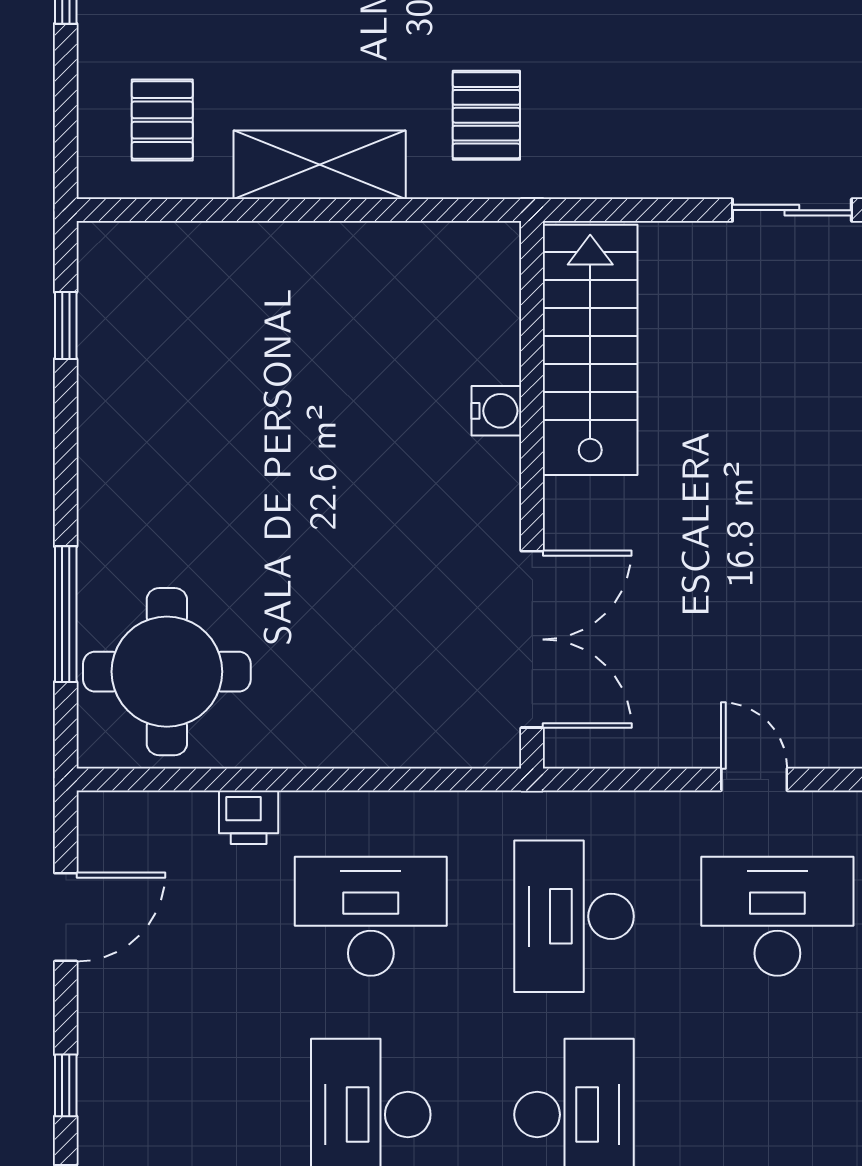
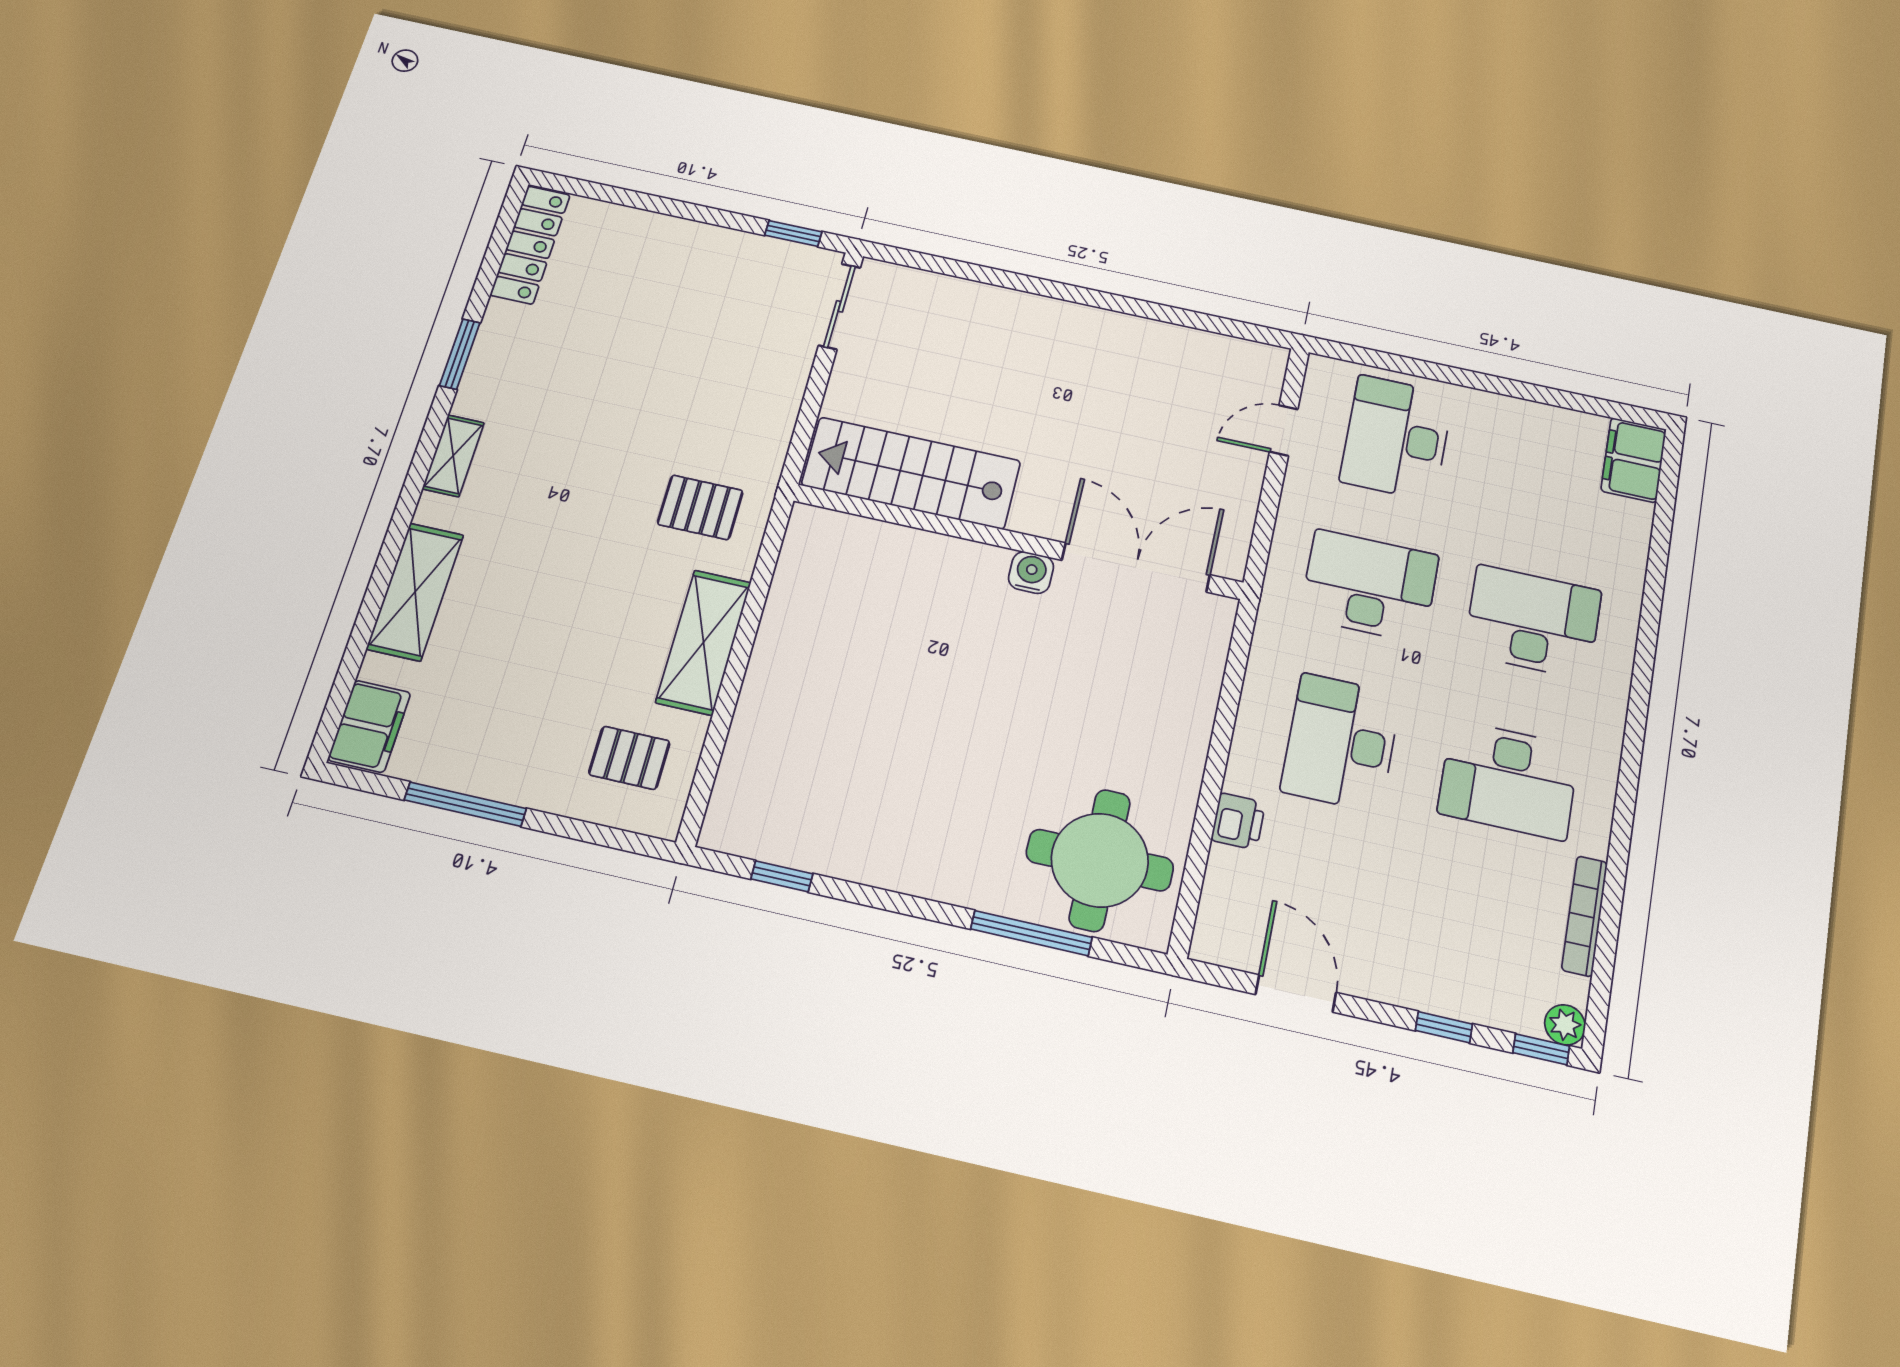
water cooler: (496, 411) -> (1031, 573), moved
desk: (574, 916) -> (1369, 586), turned 180

